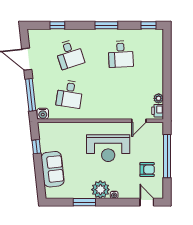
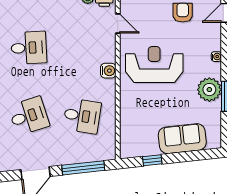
water cooler: (43, 114) -> (108, 71), moved
reception desk: (108, 148) -> (154, 65), turned -90
plant: (100, 190) -> (209, 90), moved

